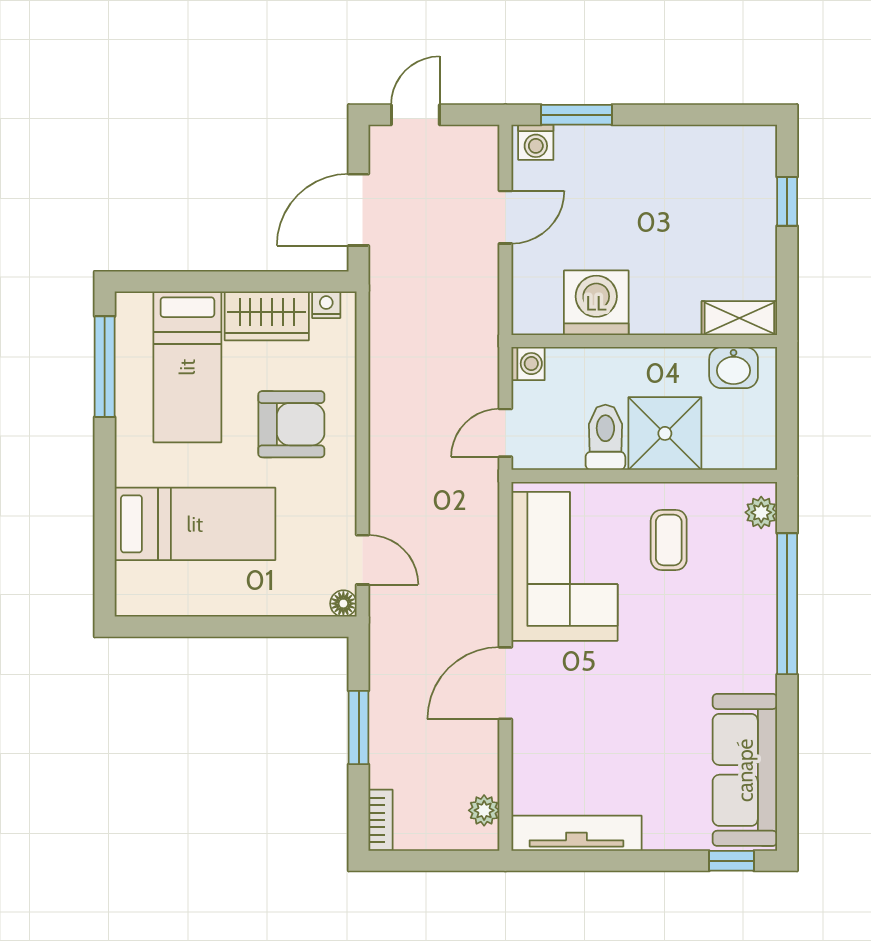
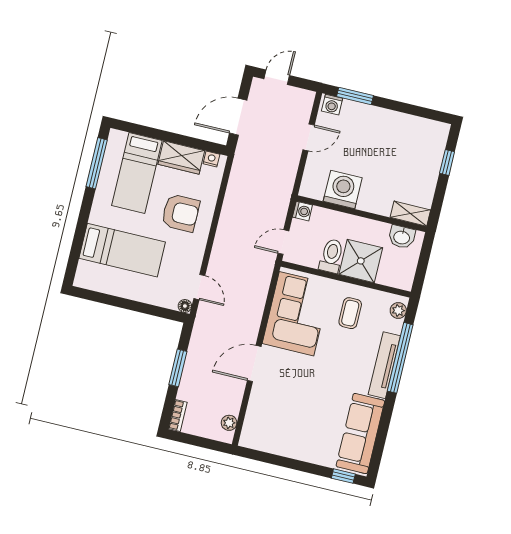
tv unit: (576, 833) -> (384, 365), moved, turned -90

